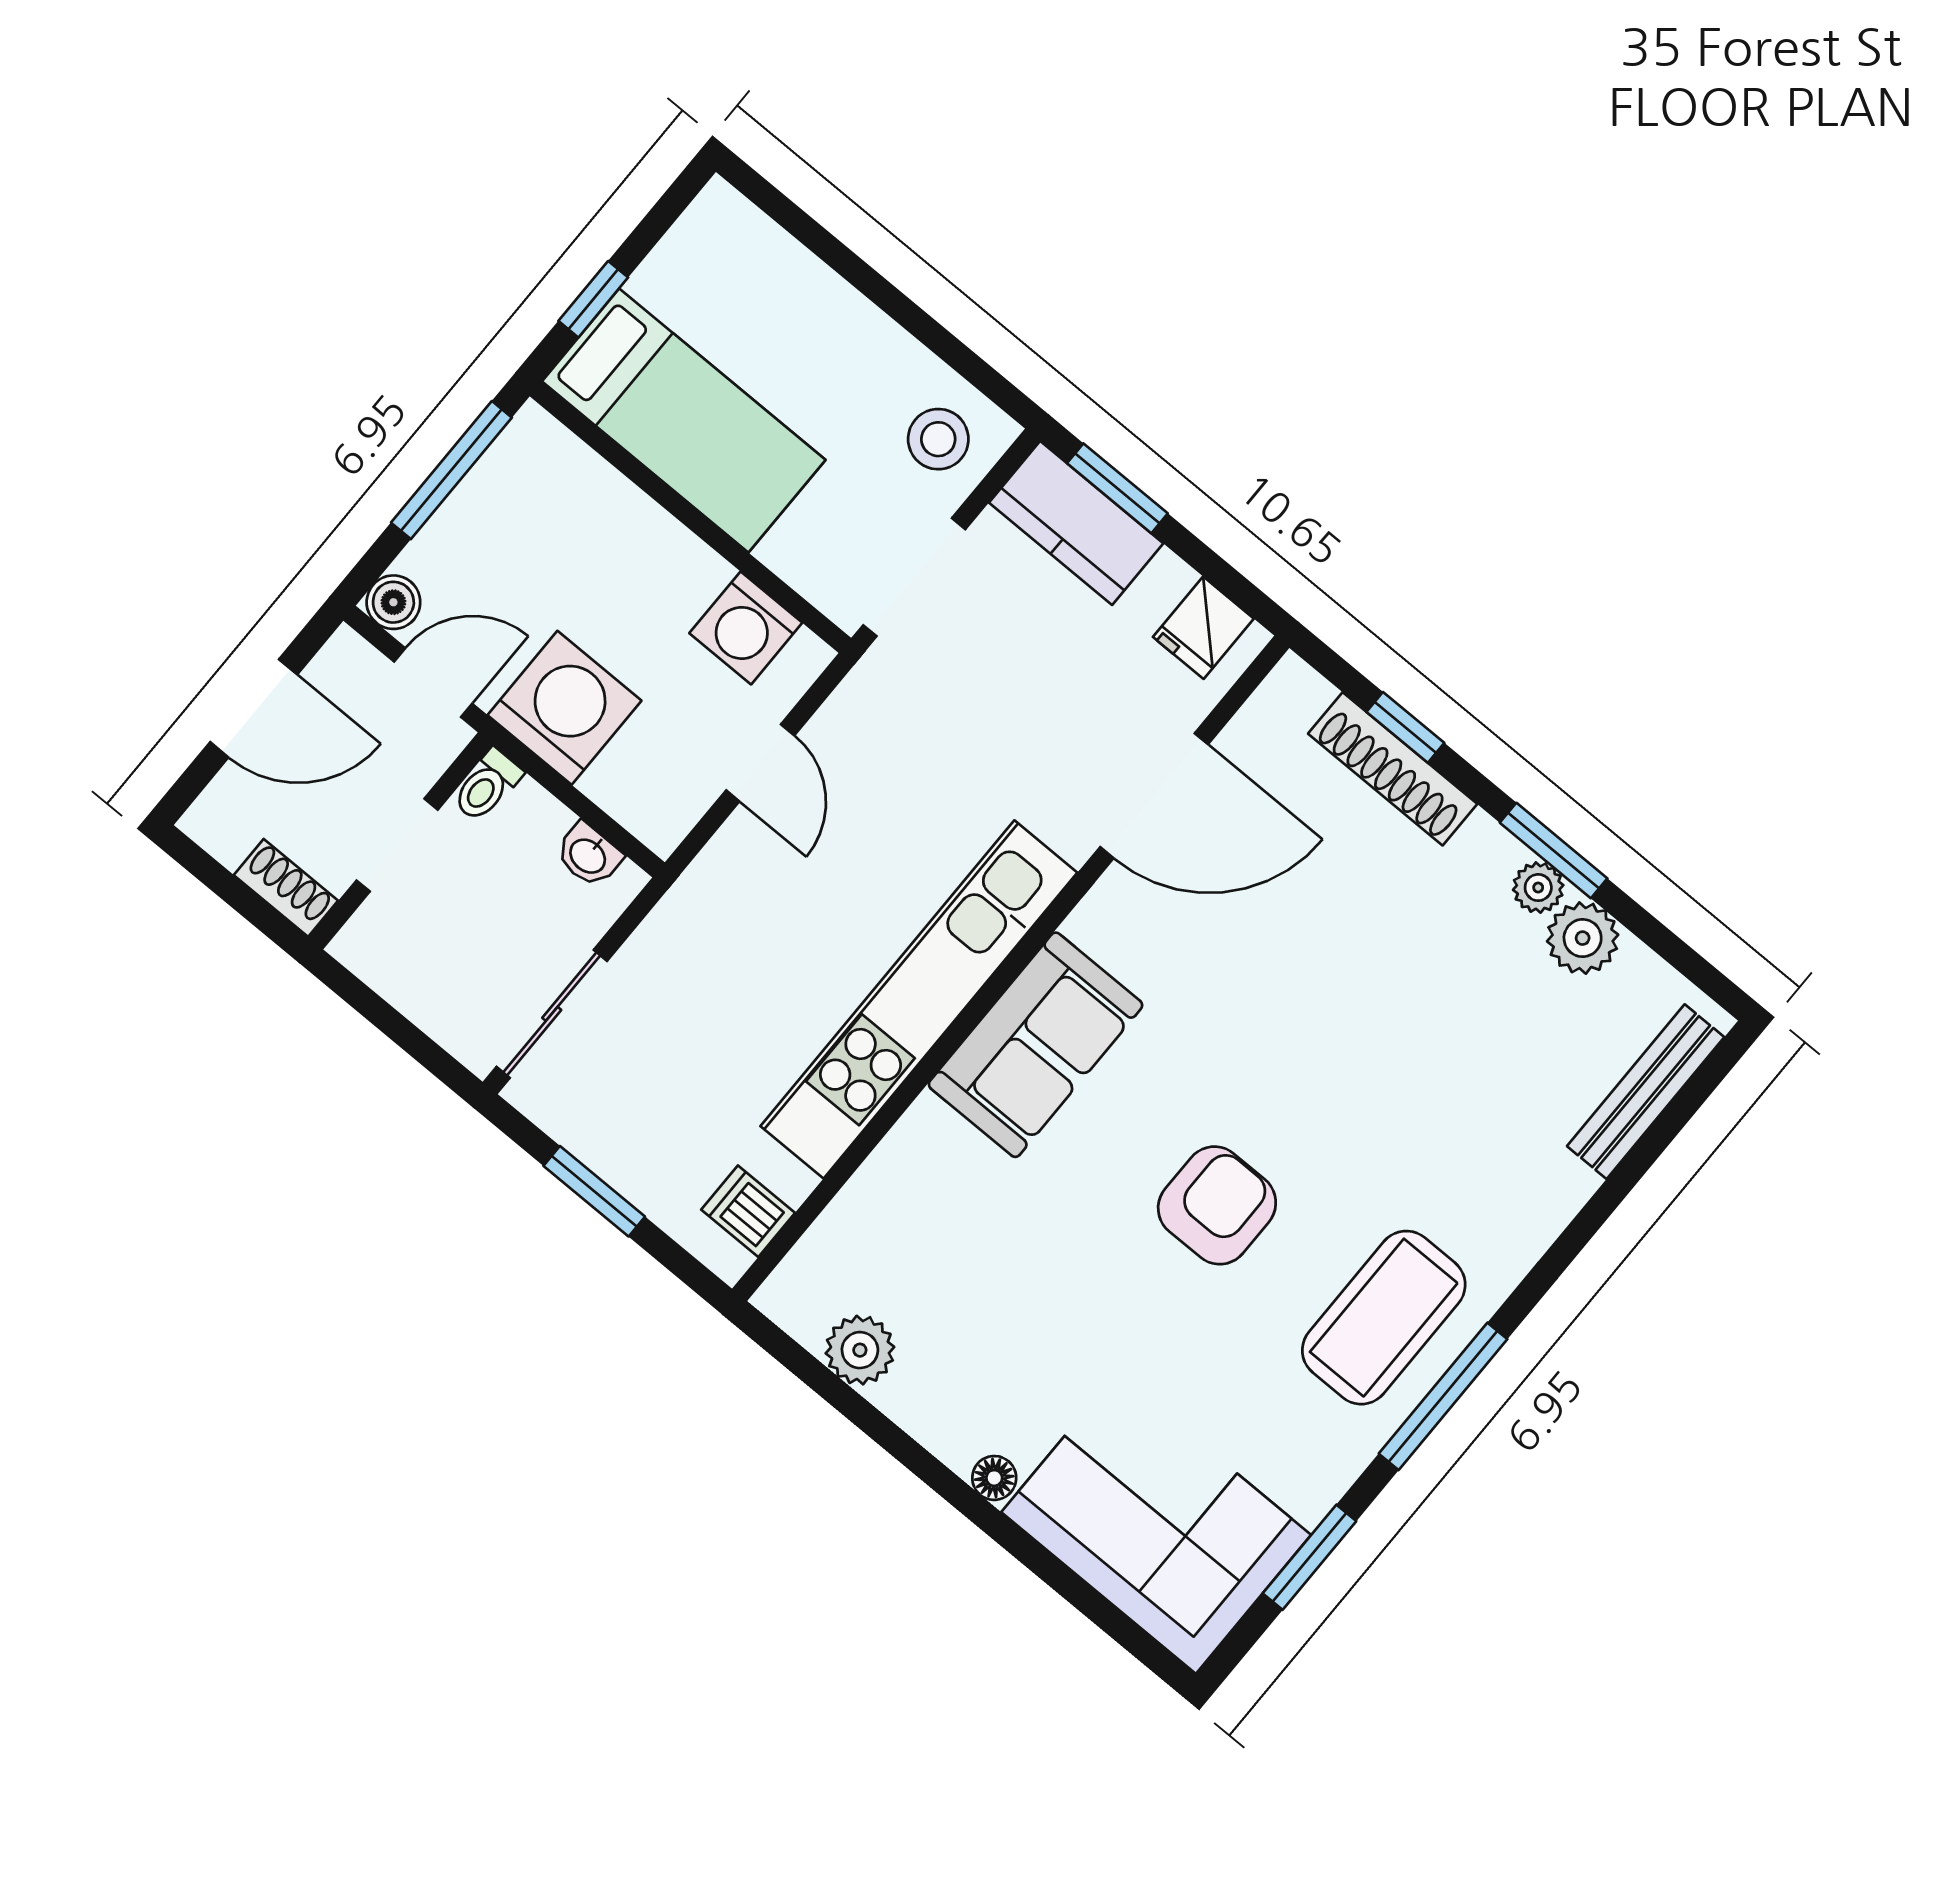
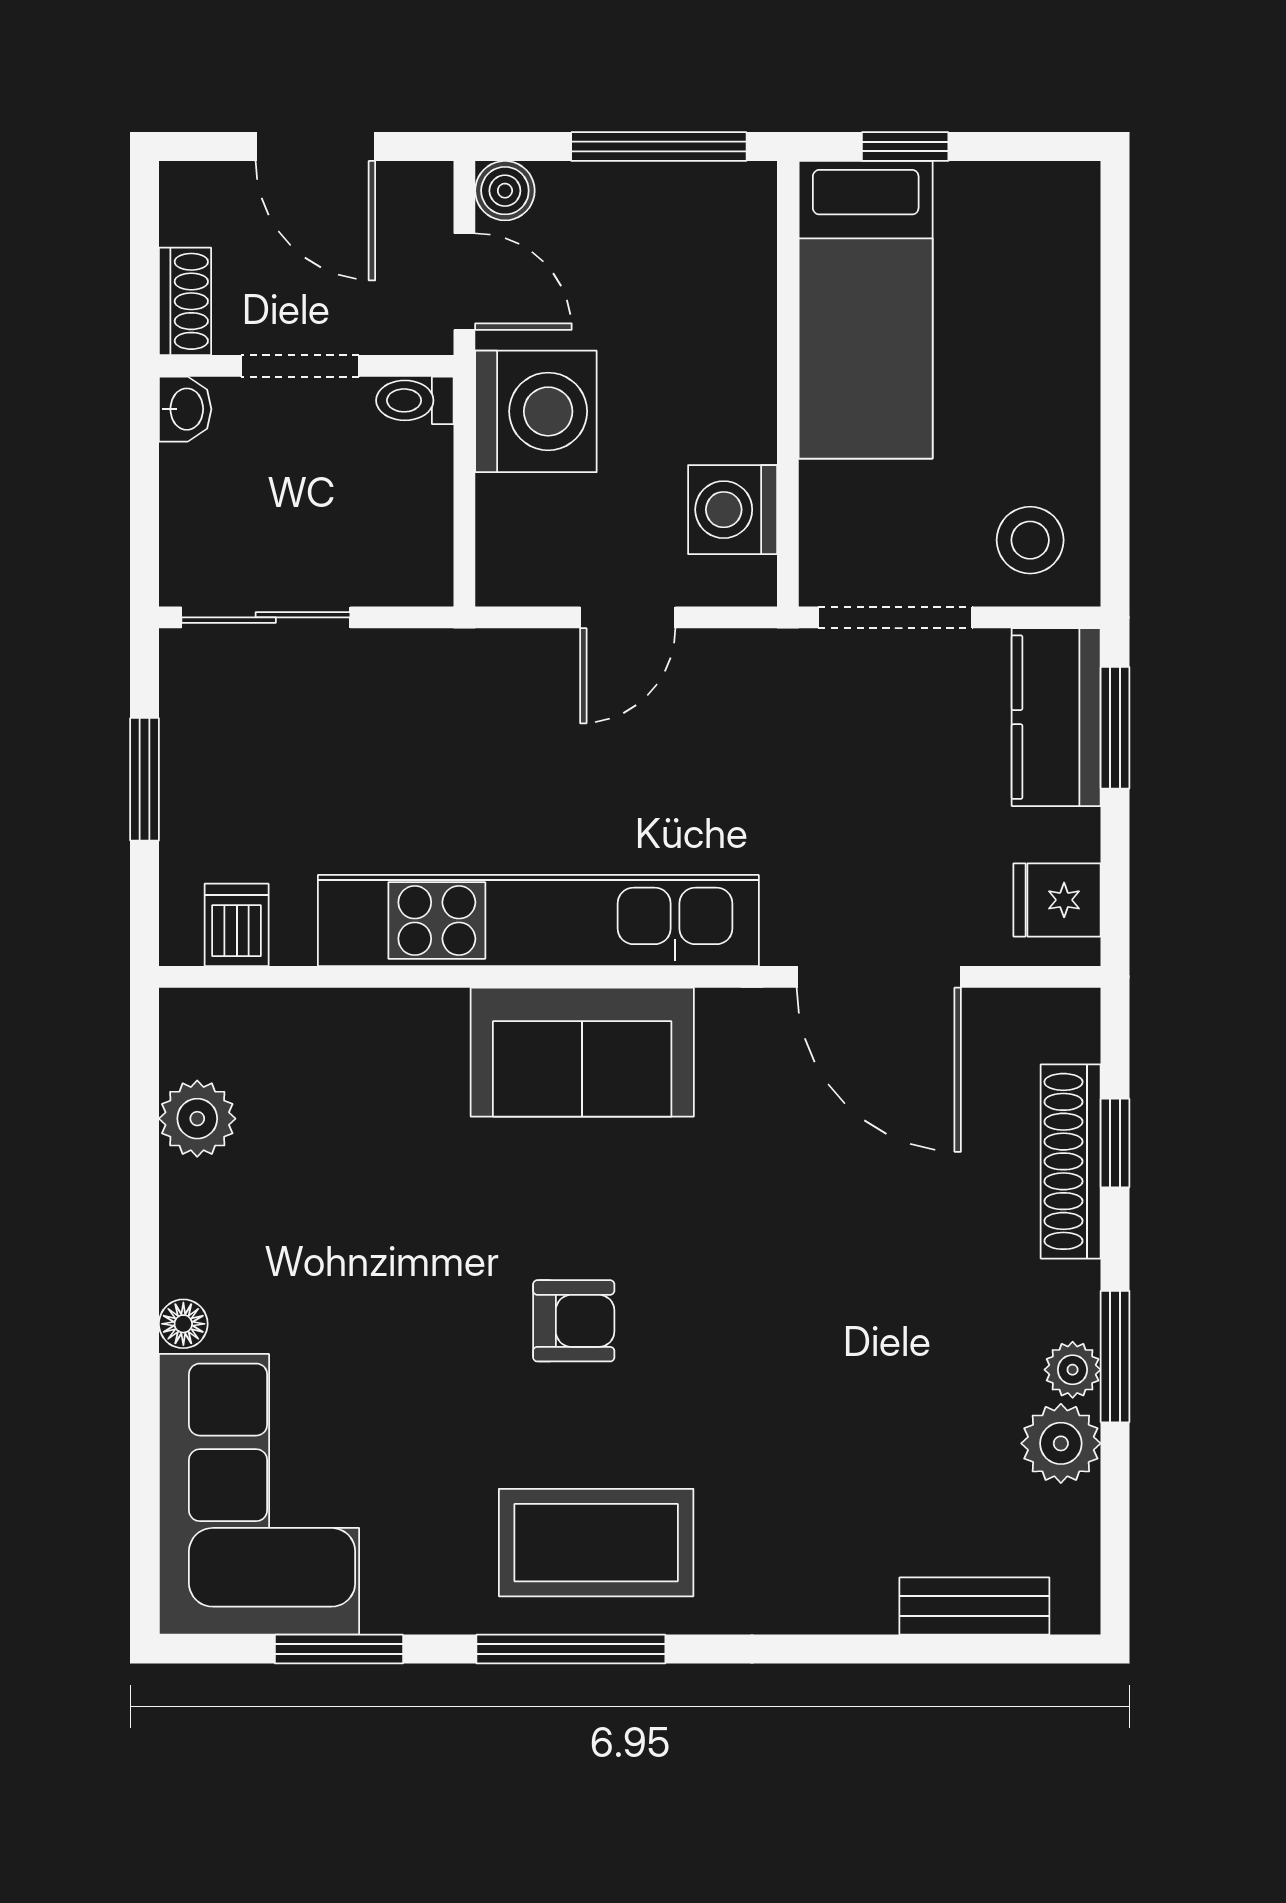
washbasin: (589, 855) -> (185, 409), moved, turned 180
bench: (1646, 1092) -> (974, 1606), width x0.73
armchair: (1217, 1205) -> (574, 1321), width x0.72, depth x0.72

